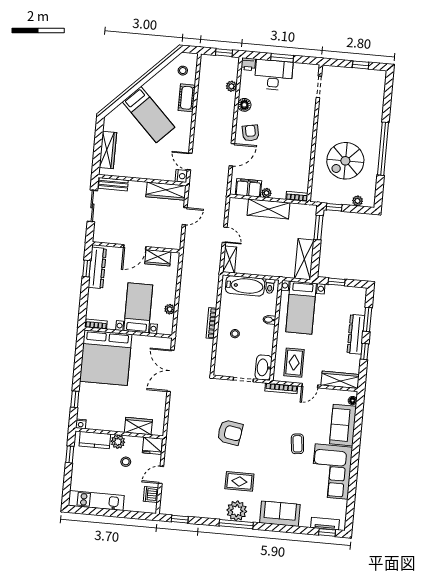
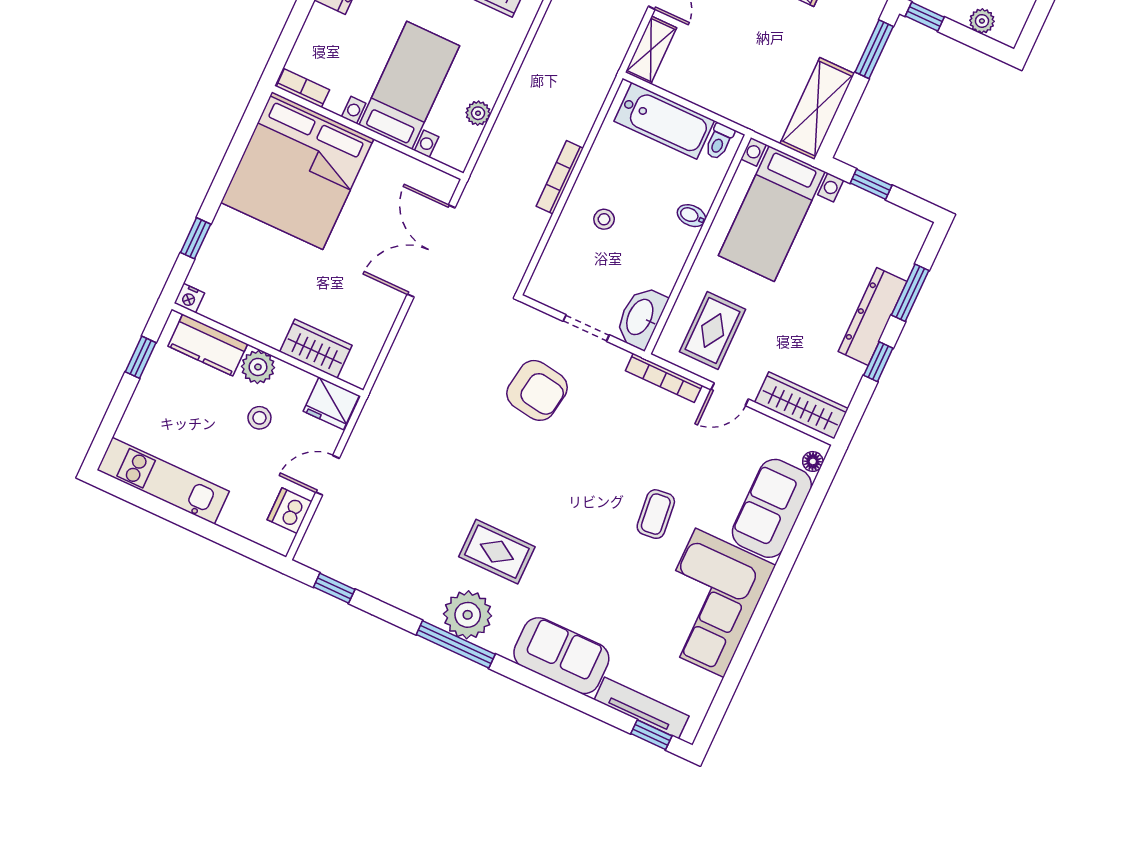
armchair: (230, 432) -> (537, 390), moved
tv unit: (325, 524) -> (642, 708), width x1.41

